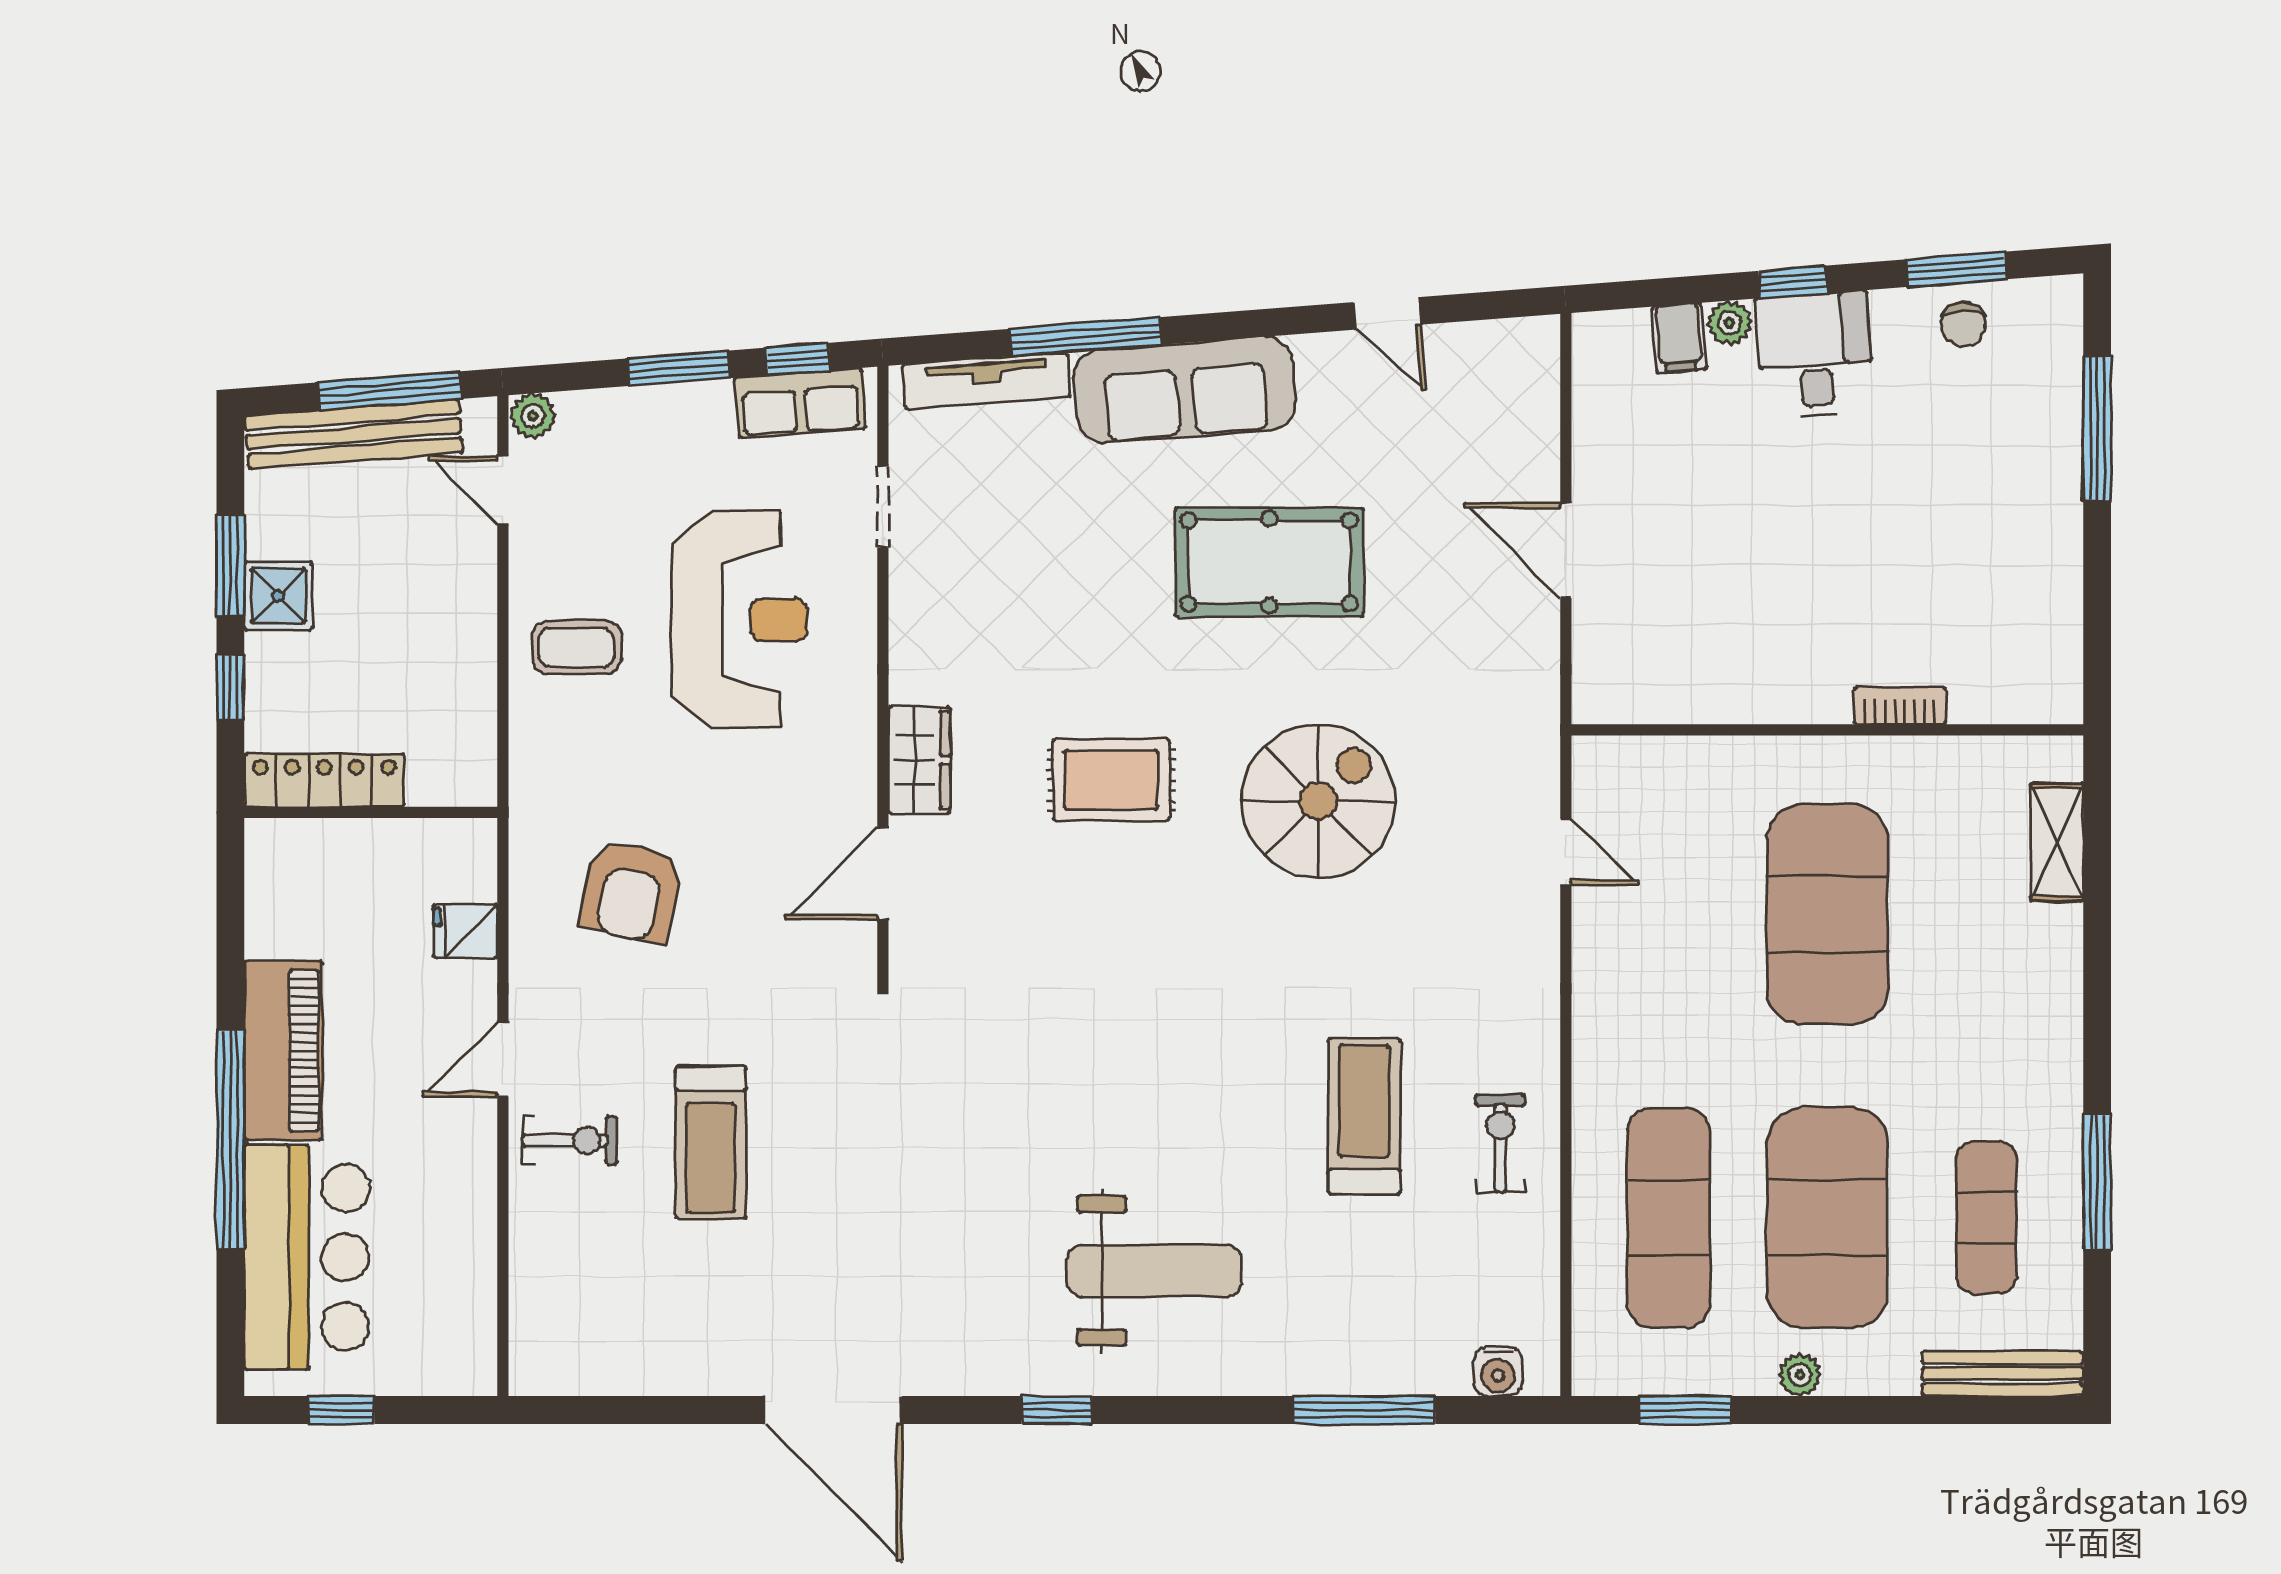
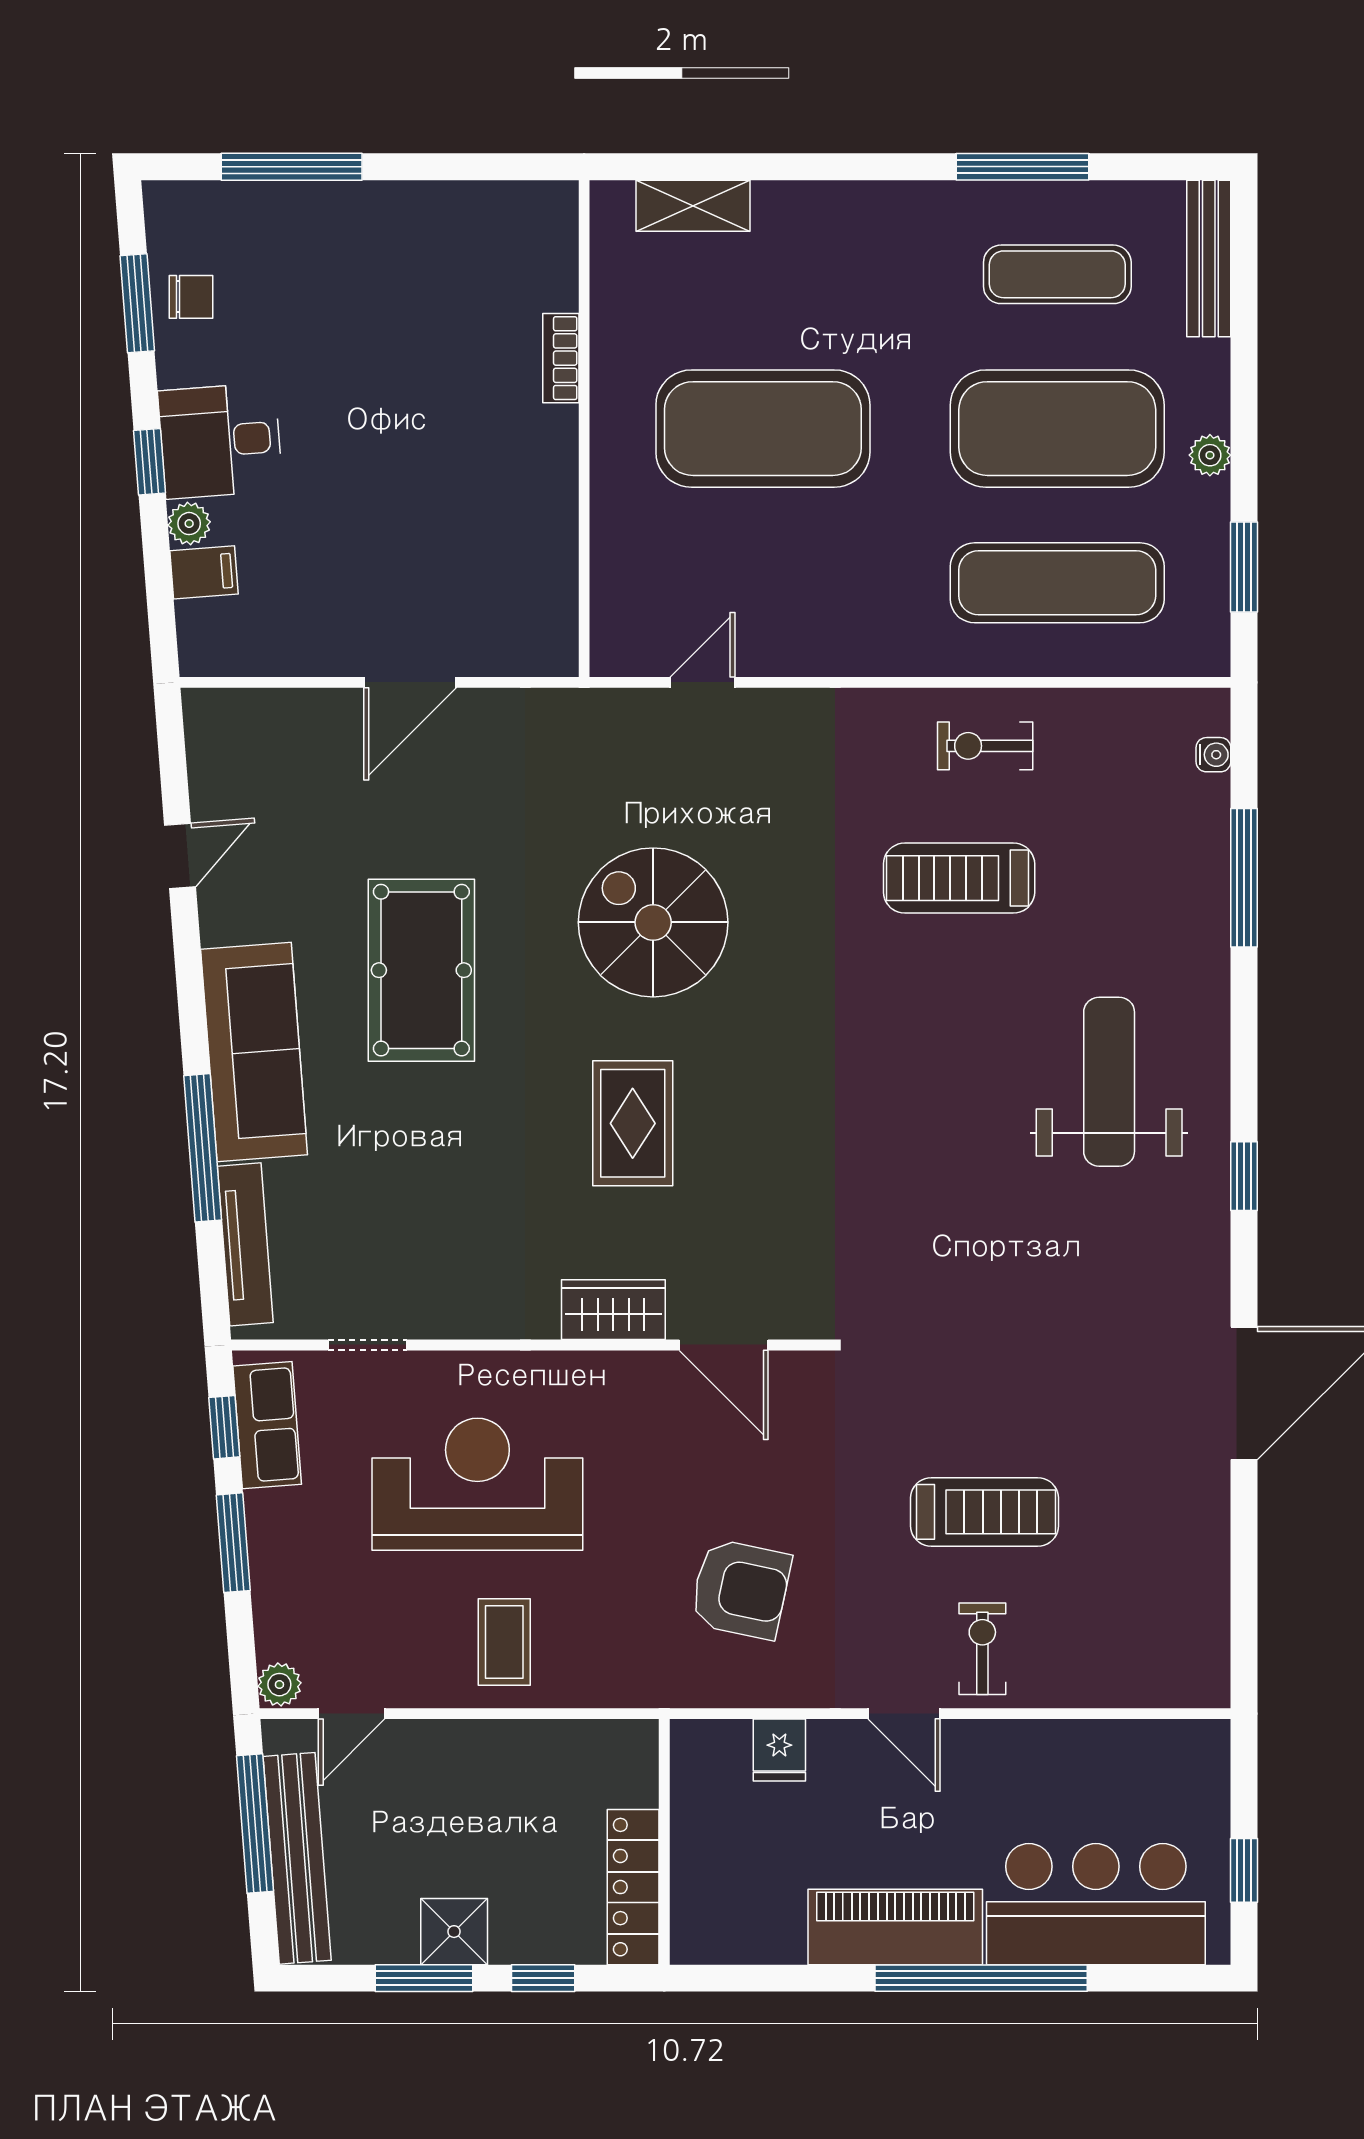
water cooler: (1498, 1372) -> (1213, 755), width x0.72, depth x0.72

